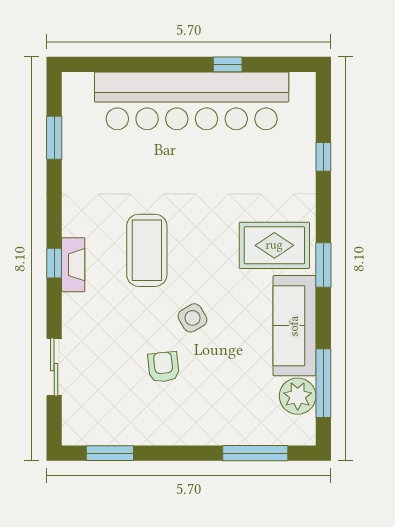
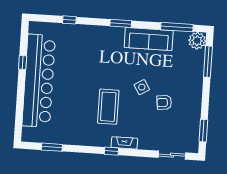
rug: (274, 245) -> (110, 46), removed
coffee table: (147, 250) -> (108, 107), turned 90
fireplace: (73, 265) -> (124, 143), moved
sliding door: (54, 367) -> (172, 155), moved
plant: (298, 396) -> (197, 41), moved

